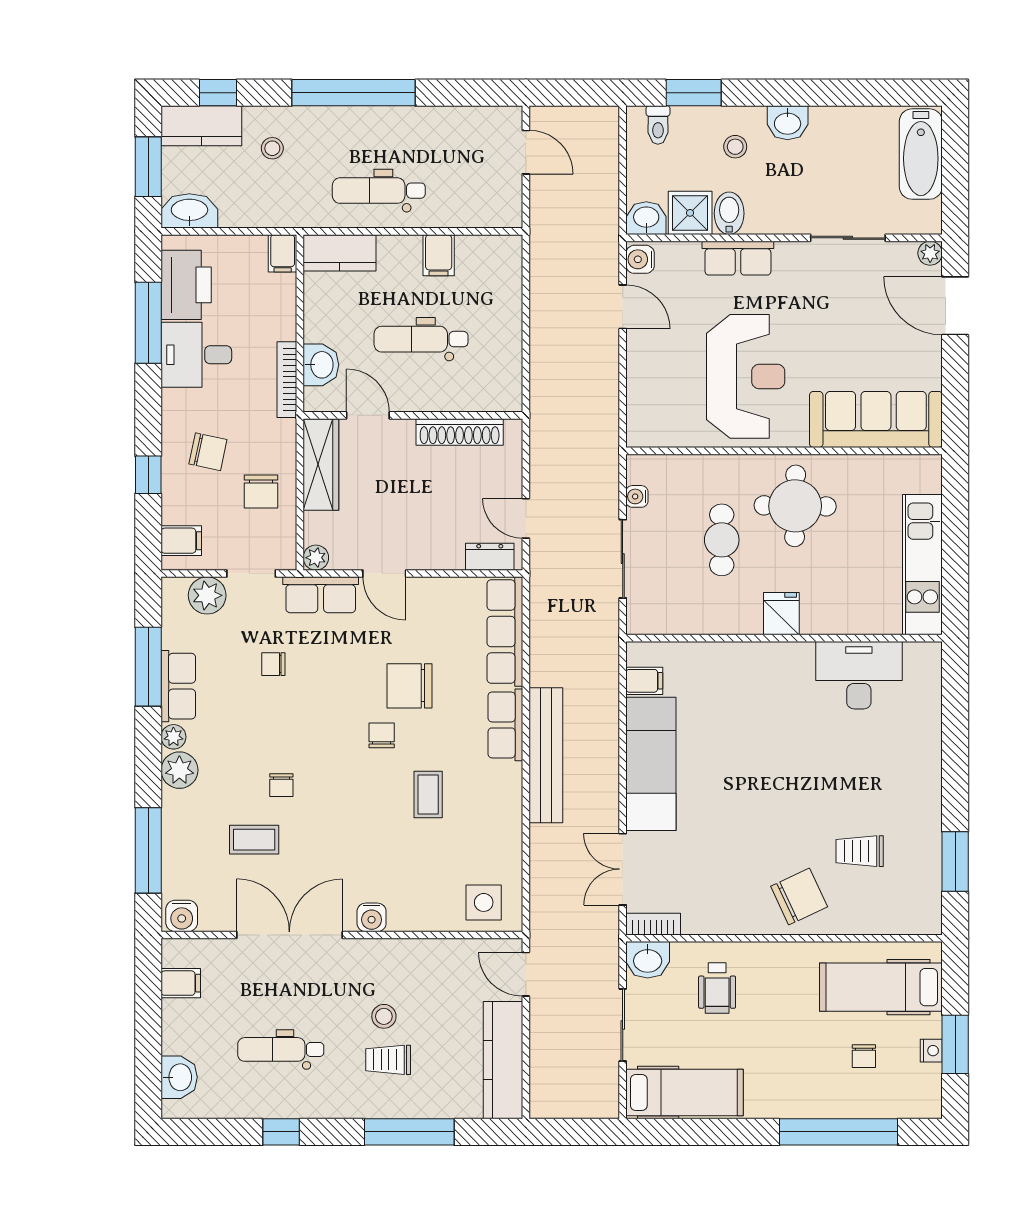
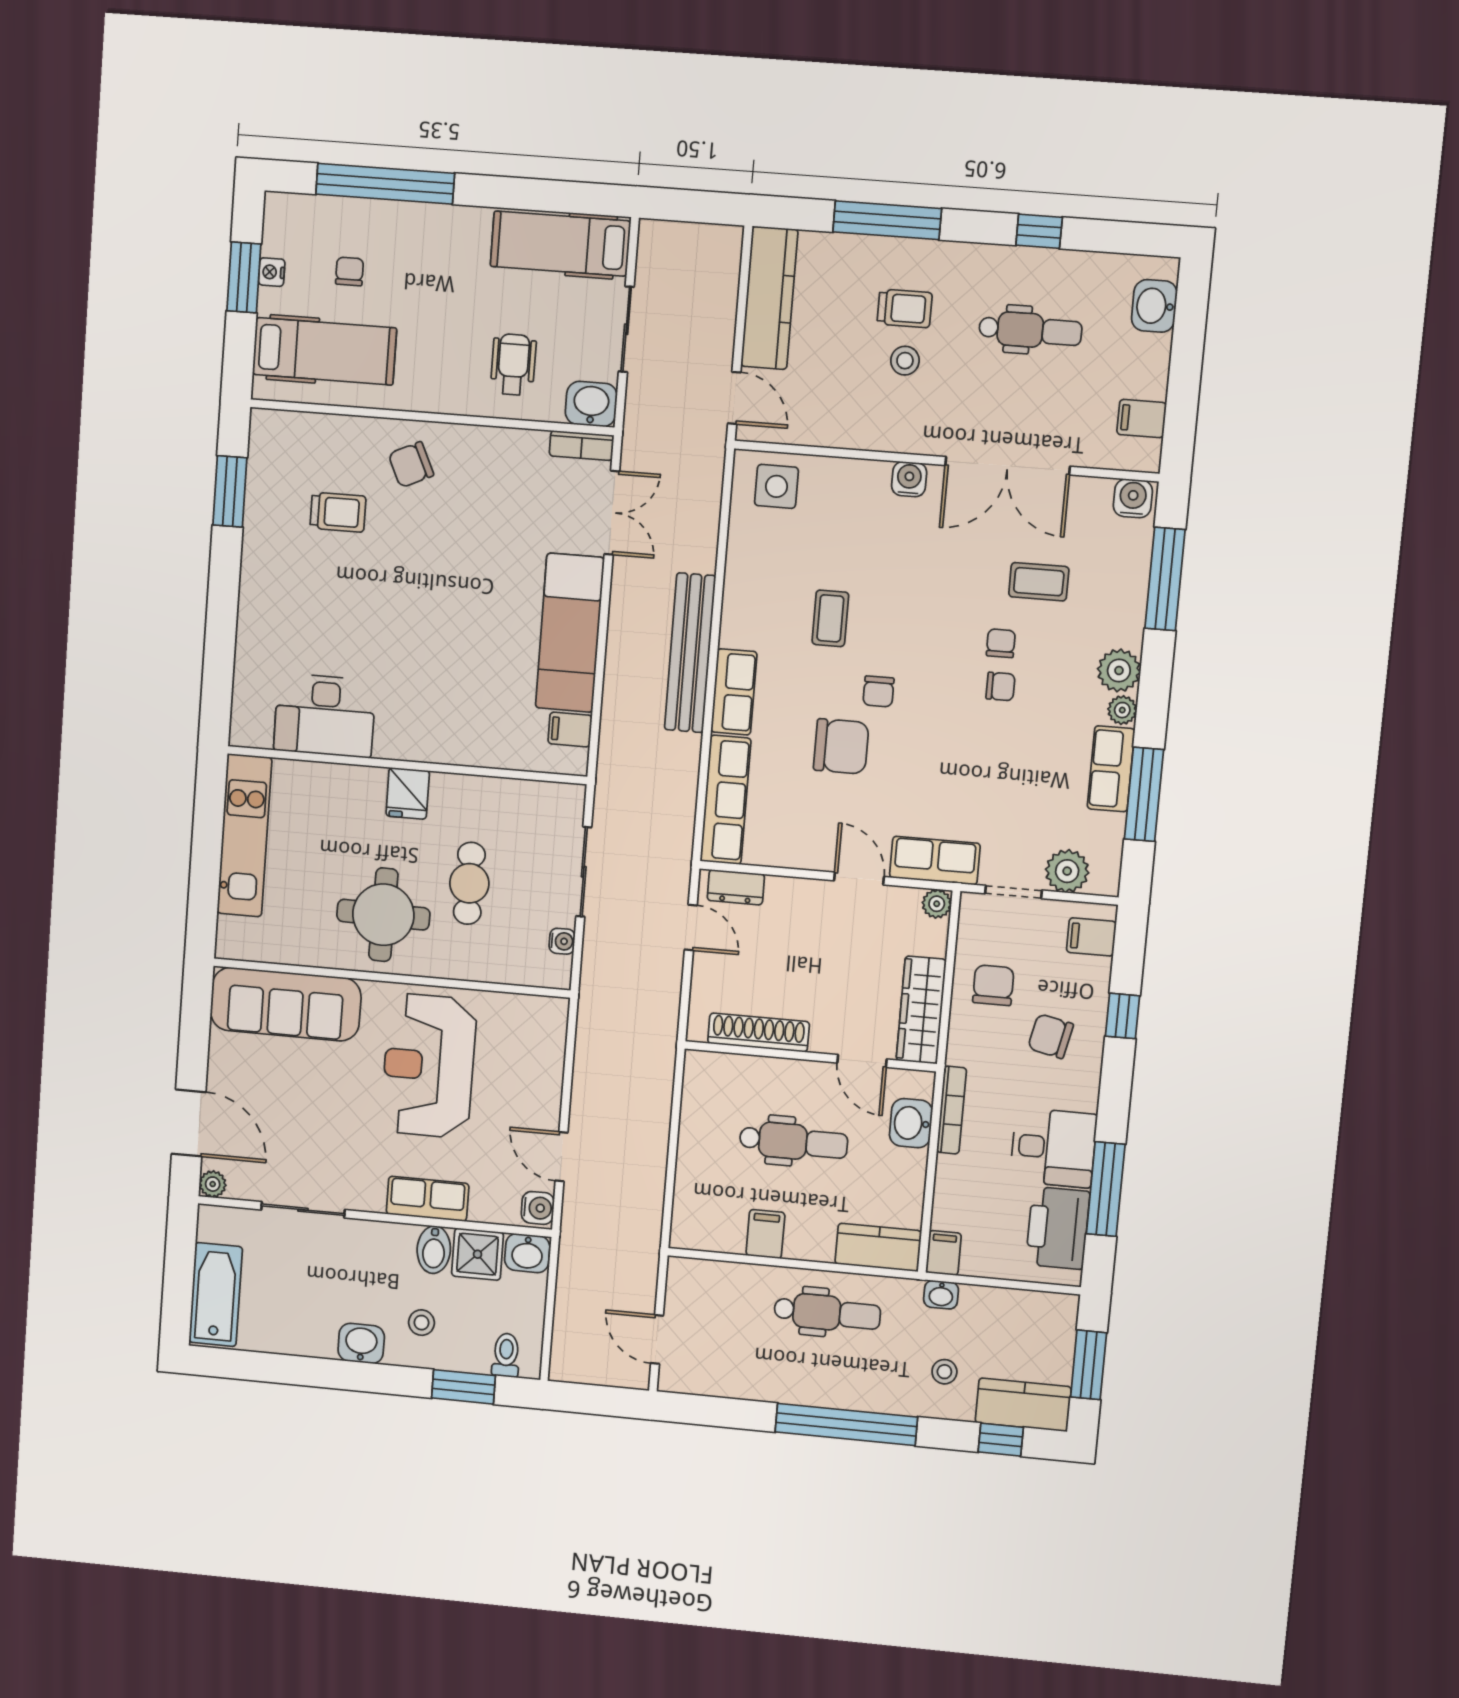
washbasin: (189, 211) -> (941, 1295), moved, width x0.52, depth x0.69
chair: (273, 664) -> (1000, 686), moved
chair: (799, 897) -> (411, 465), width x0.73, depth x0.73

